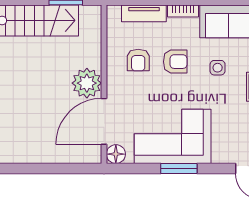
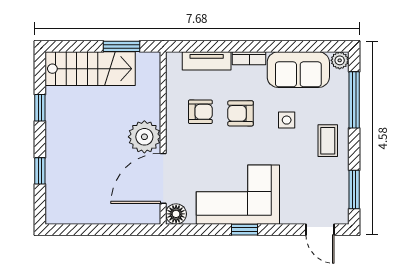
armchair: (138, 60) -> (200, 112), turned -90
armchair: (175, 62) -> (241, 113), turned 180
window: (179, 168) -> (245, 230), width x0.67

